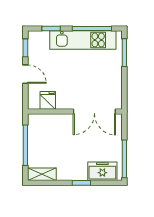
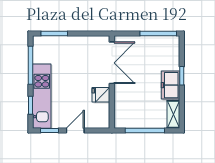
kitchen unit: (83, 40) -> (42, 96), moved
fridge: (48, 100) -> (101, 95), moved
freezer: (102, 171) -> (170, 85), moved

